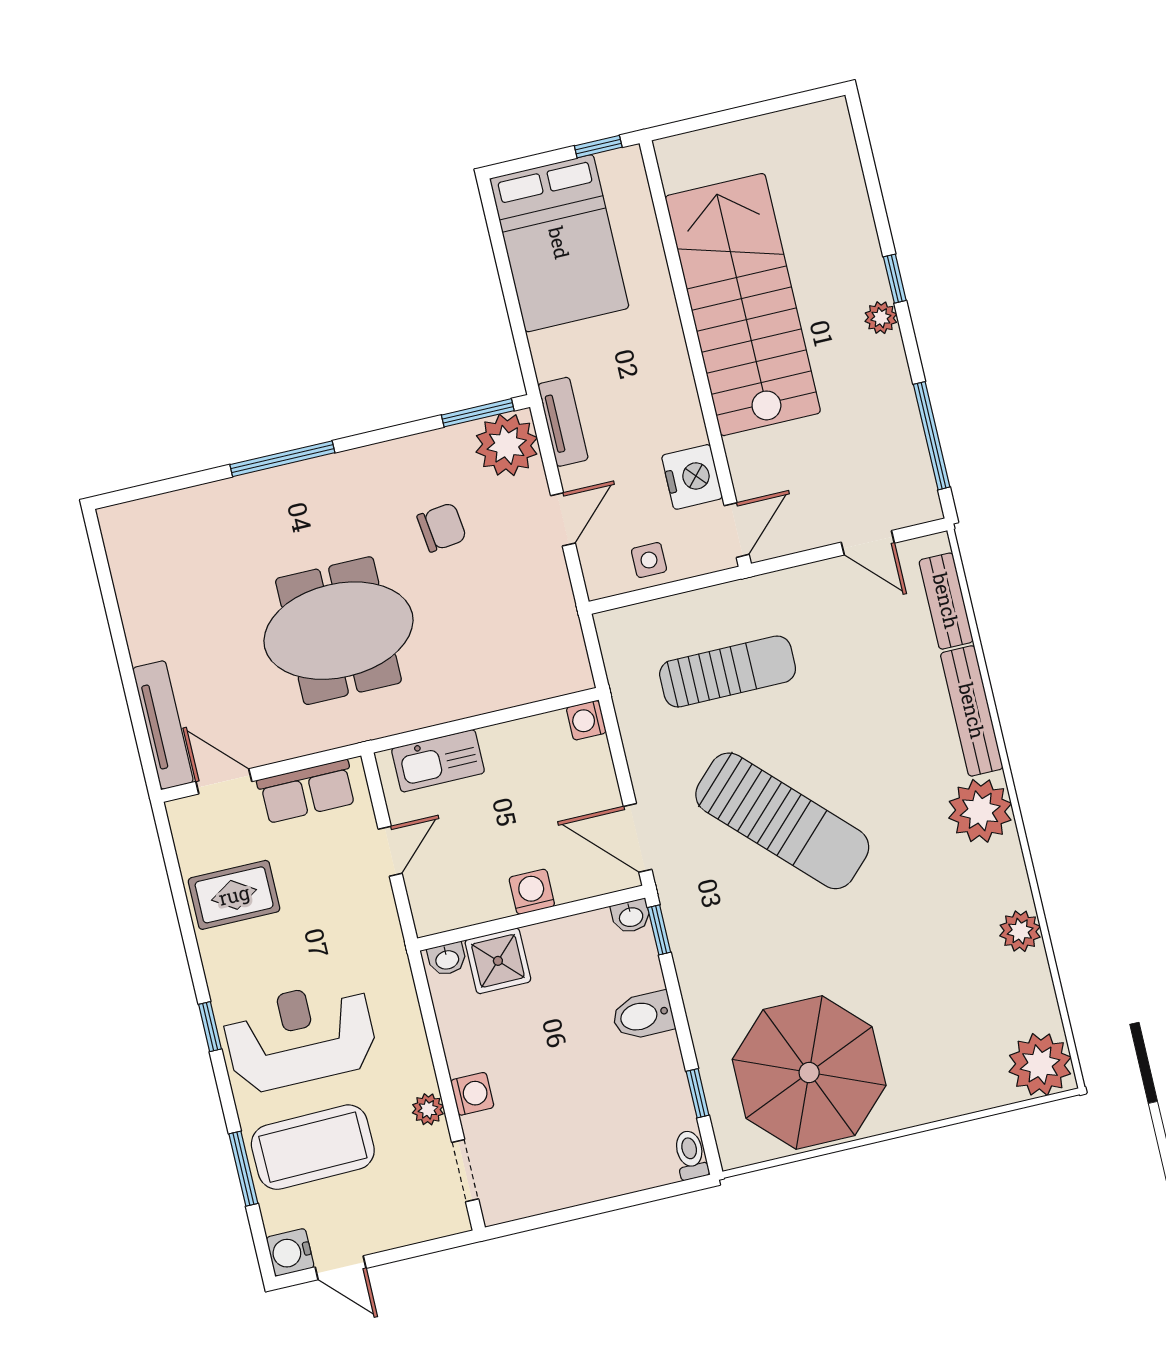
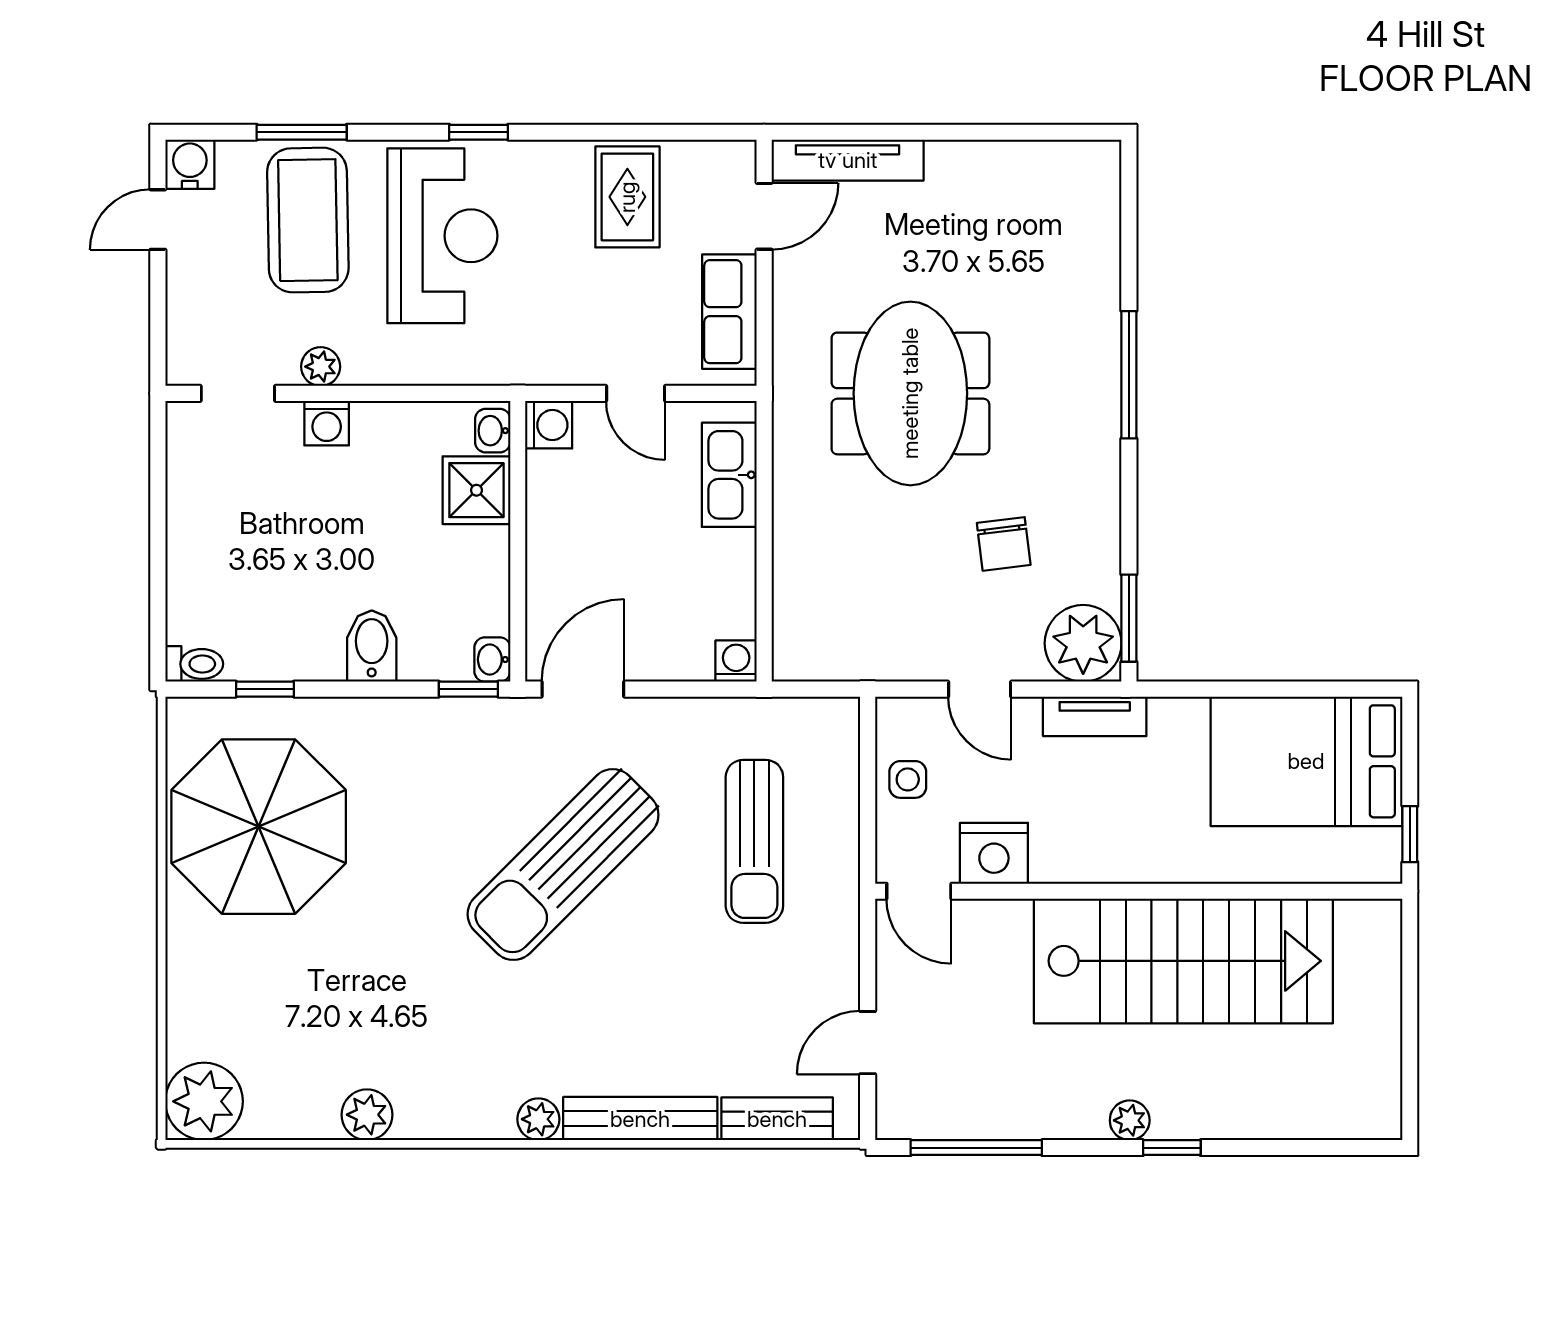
plant: (980, 811) -> (538, 1119), width x0.53, depth x0.53
washing machine: (532, 892) -> (549, 425), moved

